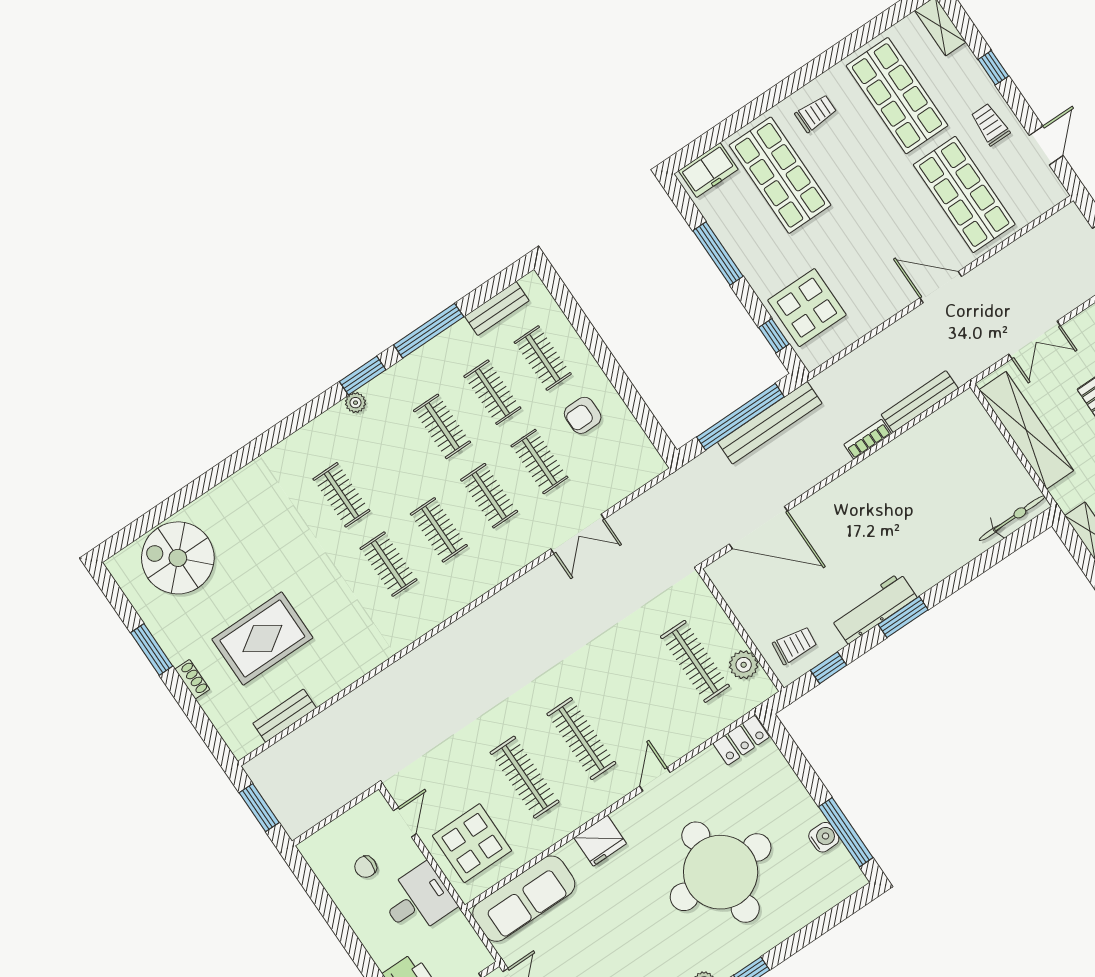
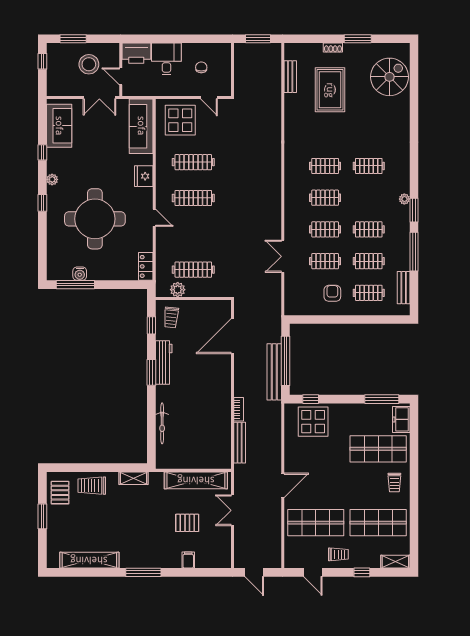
window: (718, 253) -> (382, 399), moved
bicycle: (1012, 518) -> (162, 423), moved
desk: (418, 900) -> (166, 59), moved, turned 180

